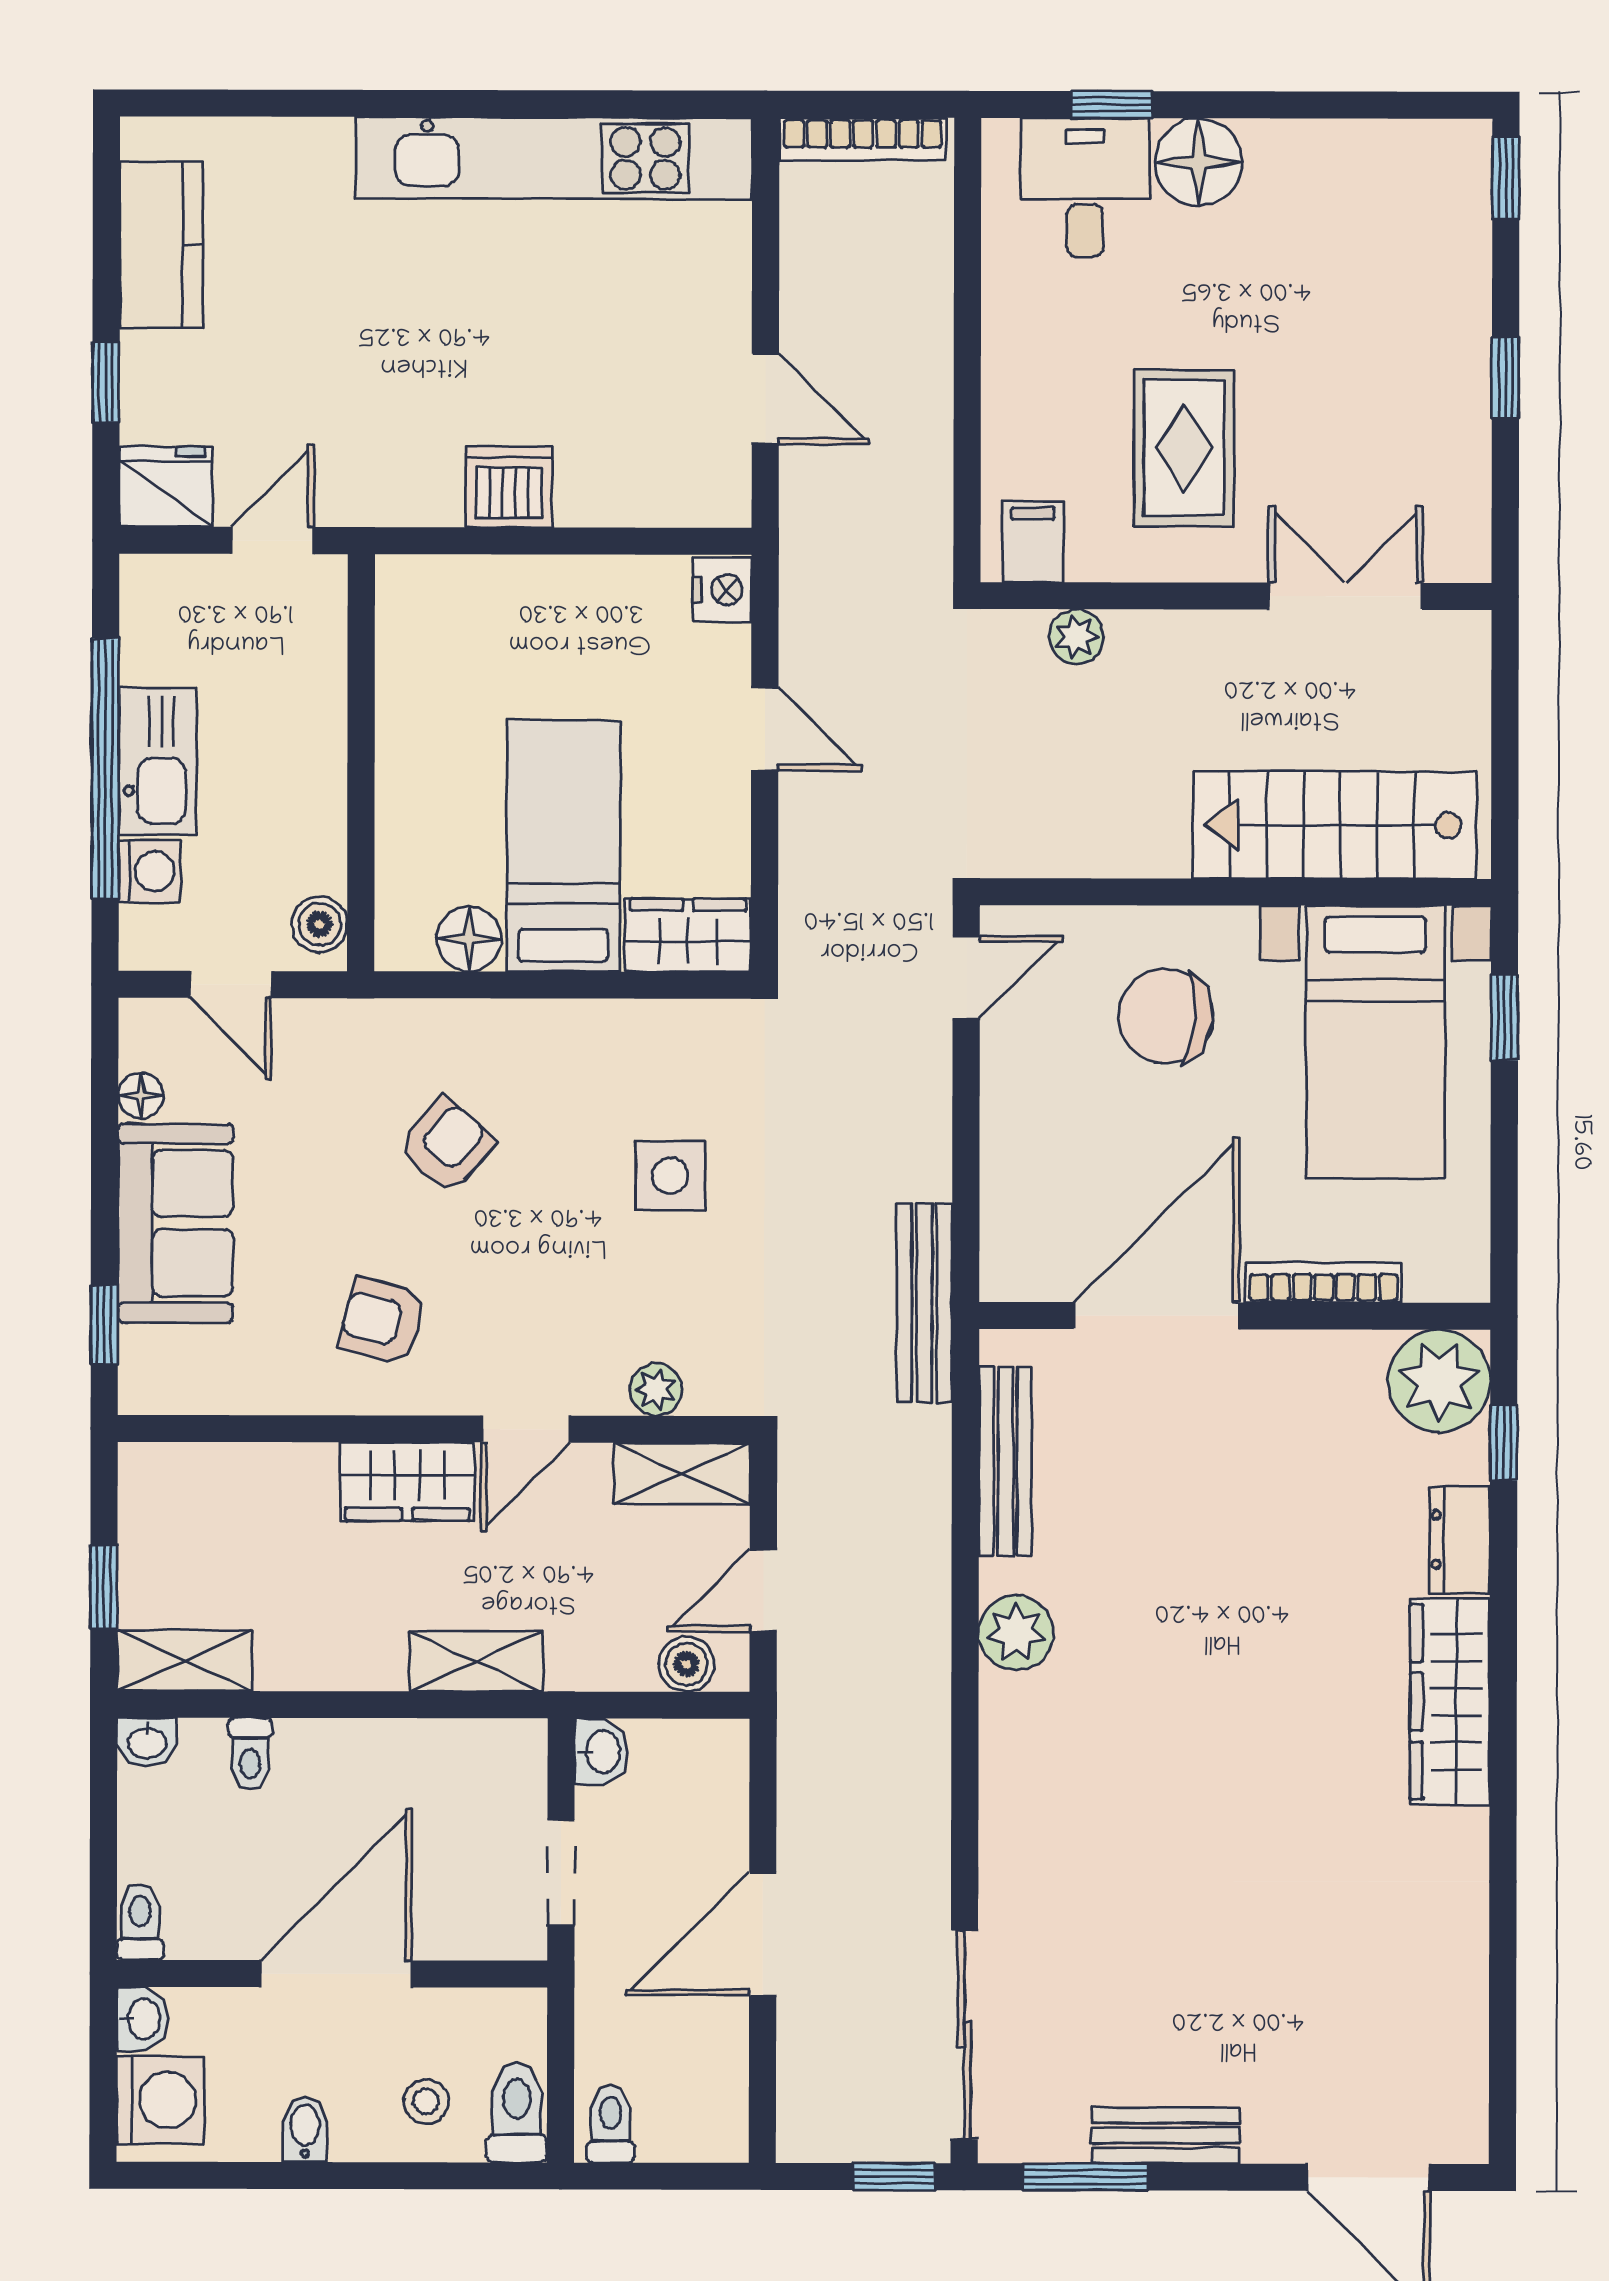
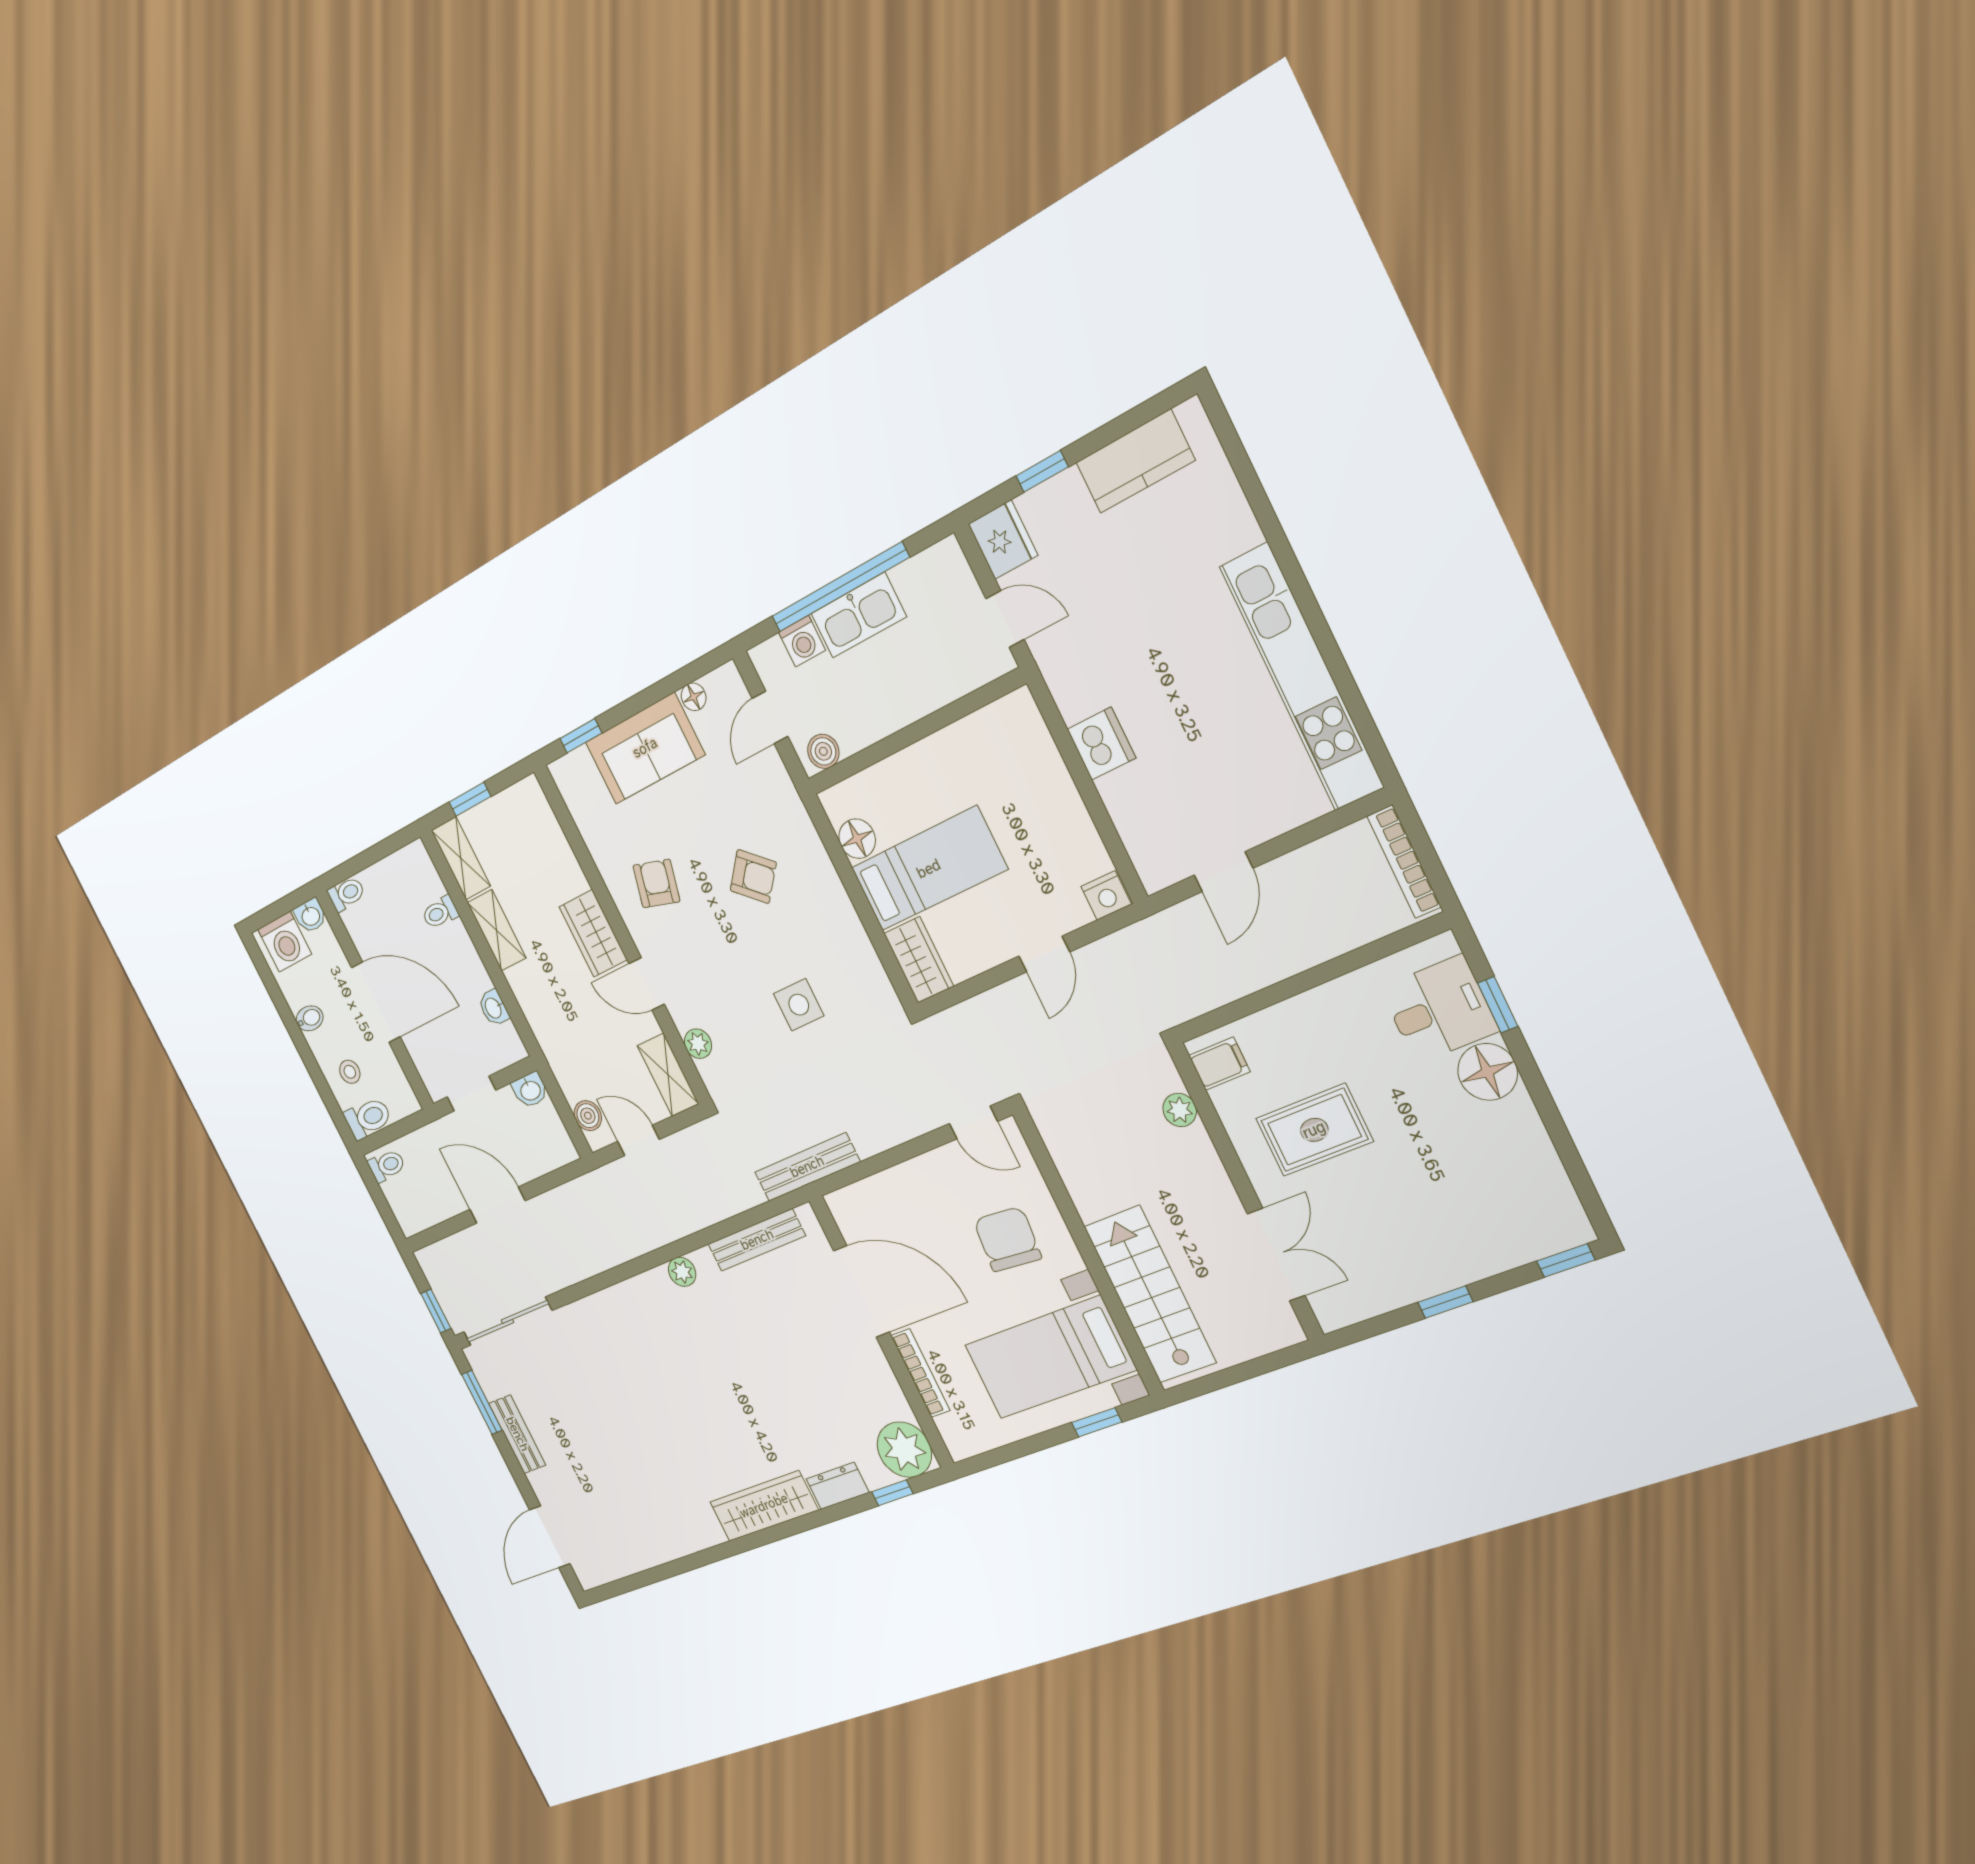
plant: (1016, 1633) -> (682, 1272), width x0.73, depth x0.73
shelving: (476, 1661) -> (497, 930), moved
washbasin: (147, 1742) -> (494, 1008), moved

